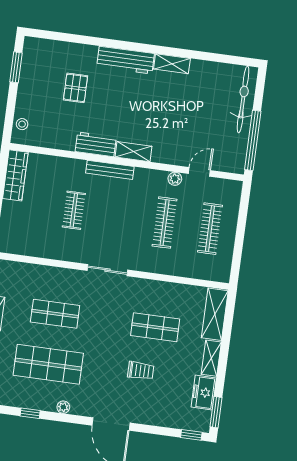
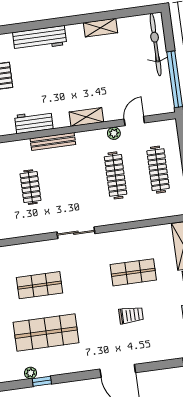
shelving: (172, 64) -> (101, 28), moved
shelving: (133, 152) -> (86, 117), moved
plant: (63, 407) -> (31, 373), moved

